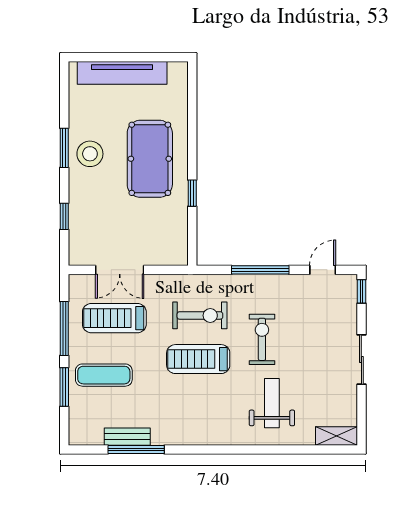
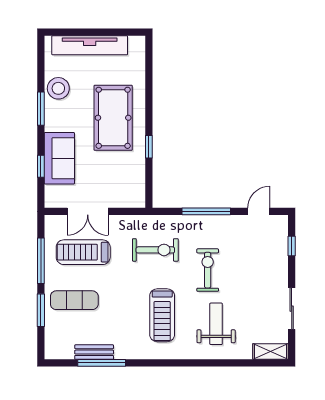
stool: (90, 154) -> (58, 88), moved
sofa: (86, 207) -> (59, 158), added
window: (361, 291) -> (292, 246), moved
treadmill: (198, 359) -> (162, 315), moved, turned -90
sliding door: (361, 360) -> (292, 309), moved

